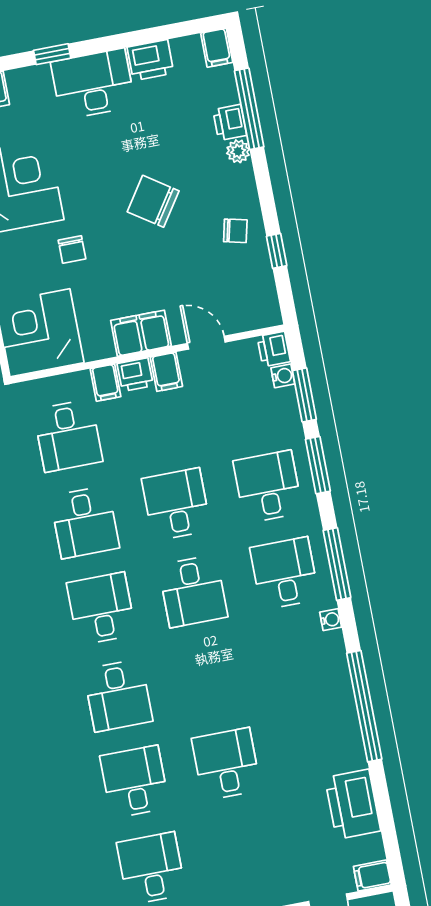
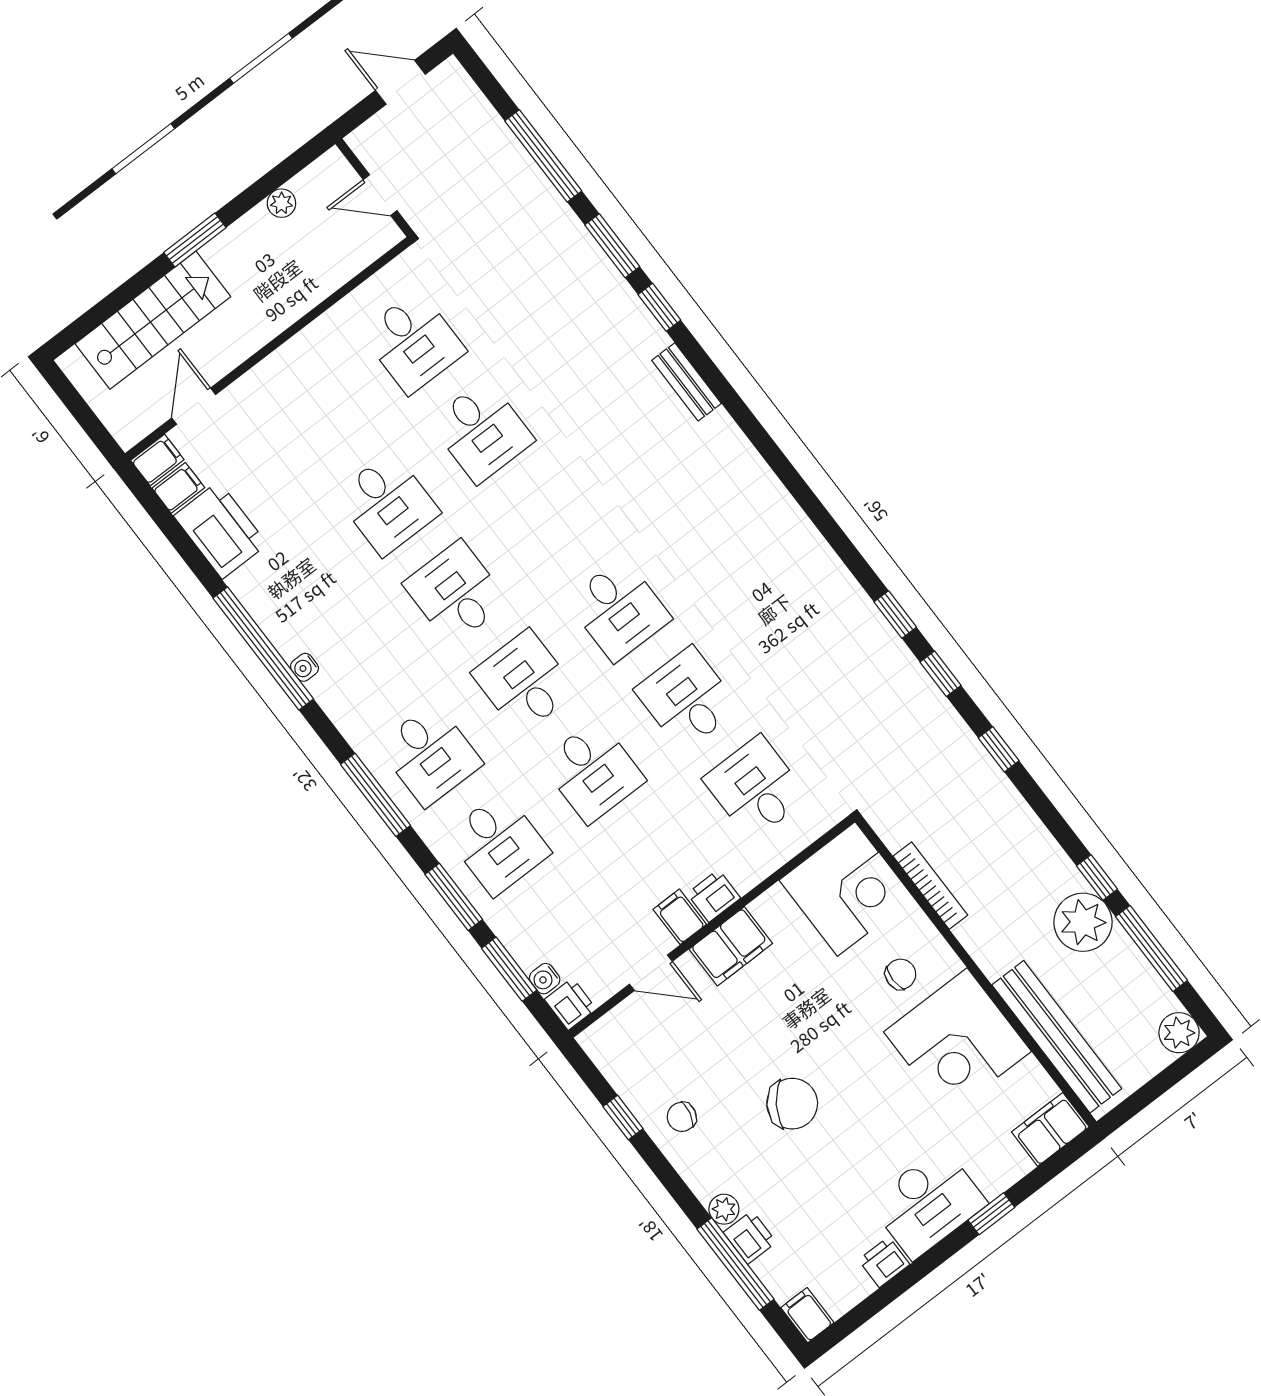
printer: (150, 60) -> (884, 1262), width x0.73, depth x0.81
chair: (72, 250) -> (901, 974), moved, turned 90
filing cabinet: (106, 383) -> (178, 488), moved, turned 90
water cooler: (331, 620) -> (304, 667), moved
desk: (118, 695) -> (456, 593), moved

